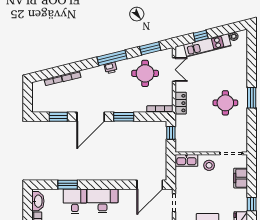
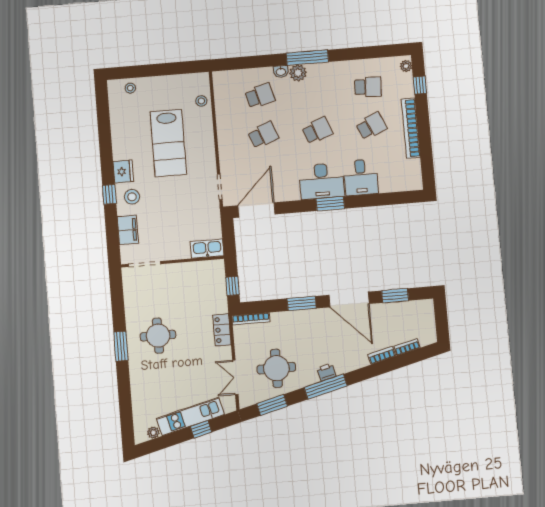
door: (91, 117) -> (349, 299), swing flipped
stool: (209, 165) -> (132, 197), moved
window: (68, 185) -> (330, 204), moved
washbasin: (38, 201) -> (413, 173), removed

